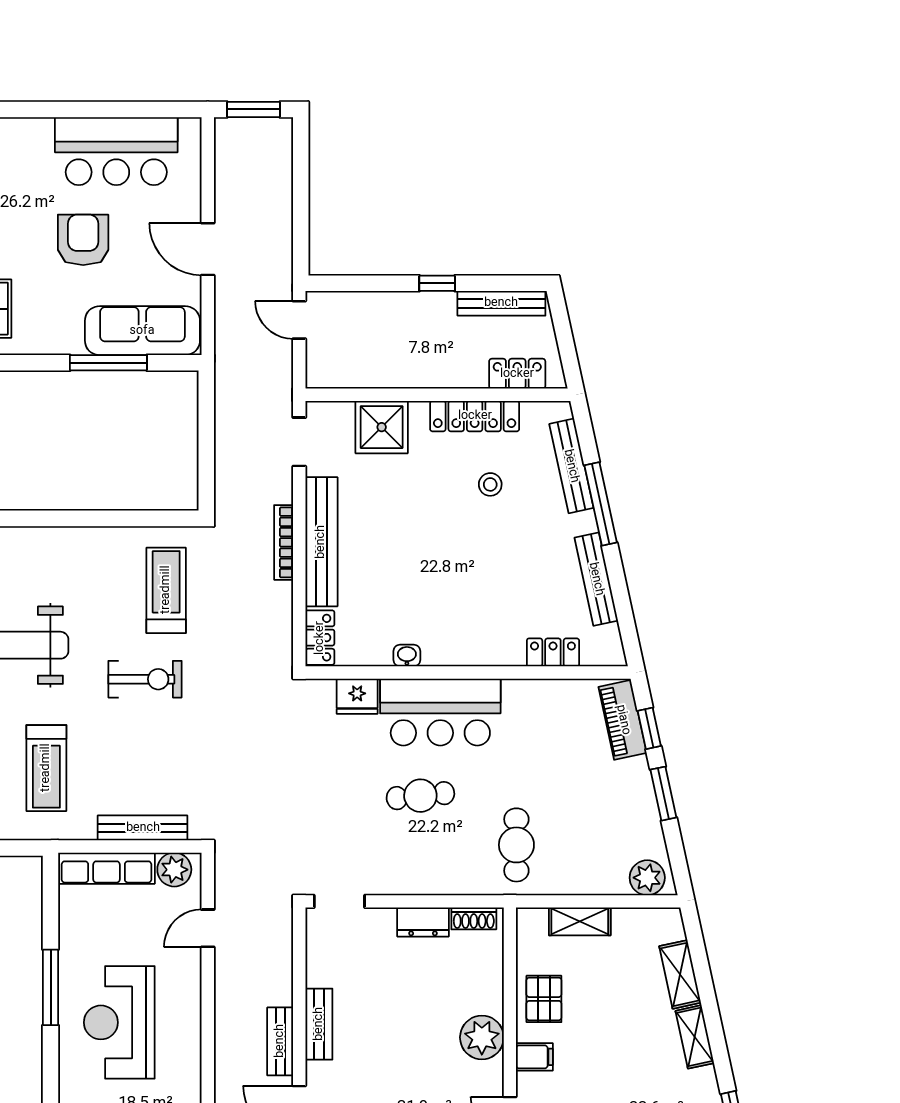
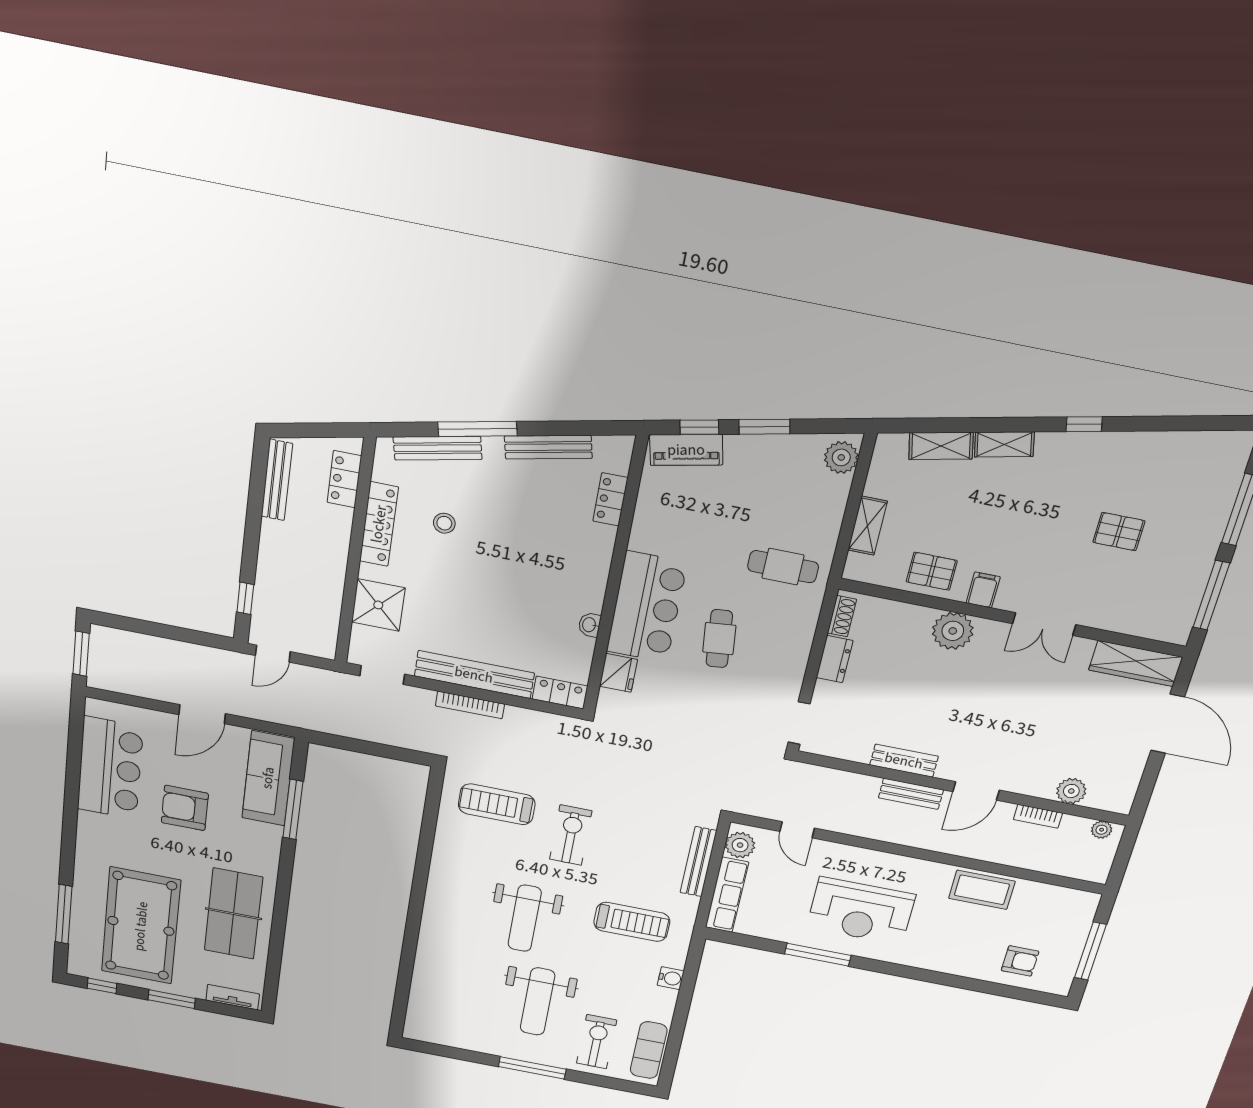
window: (437, 283) -> (245, 598), moved

